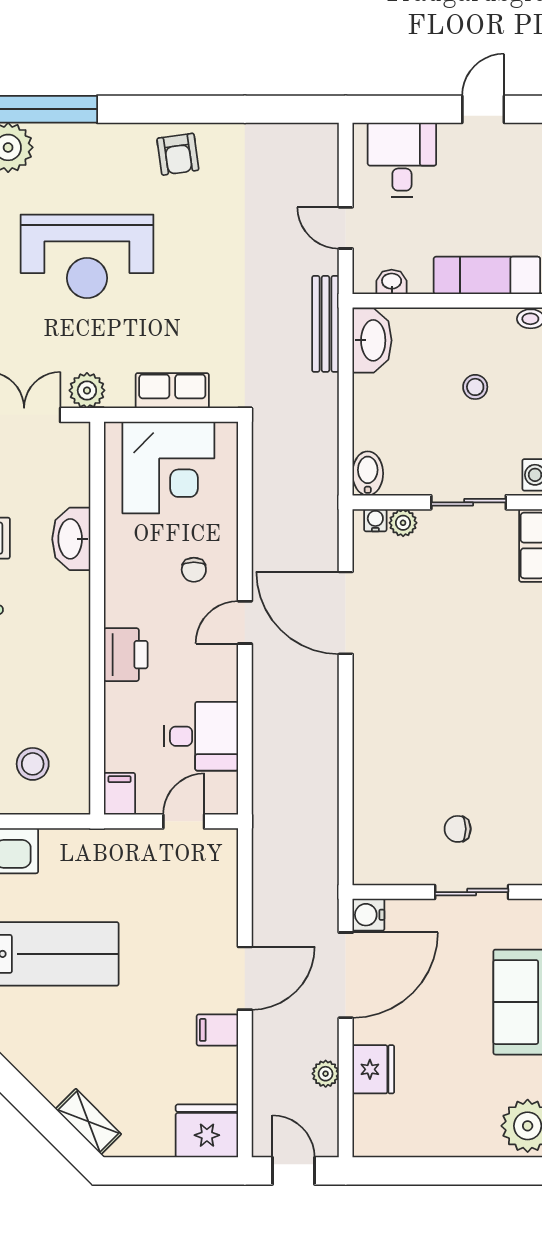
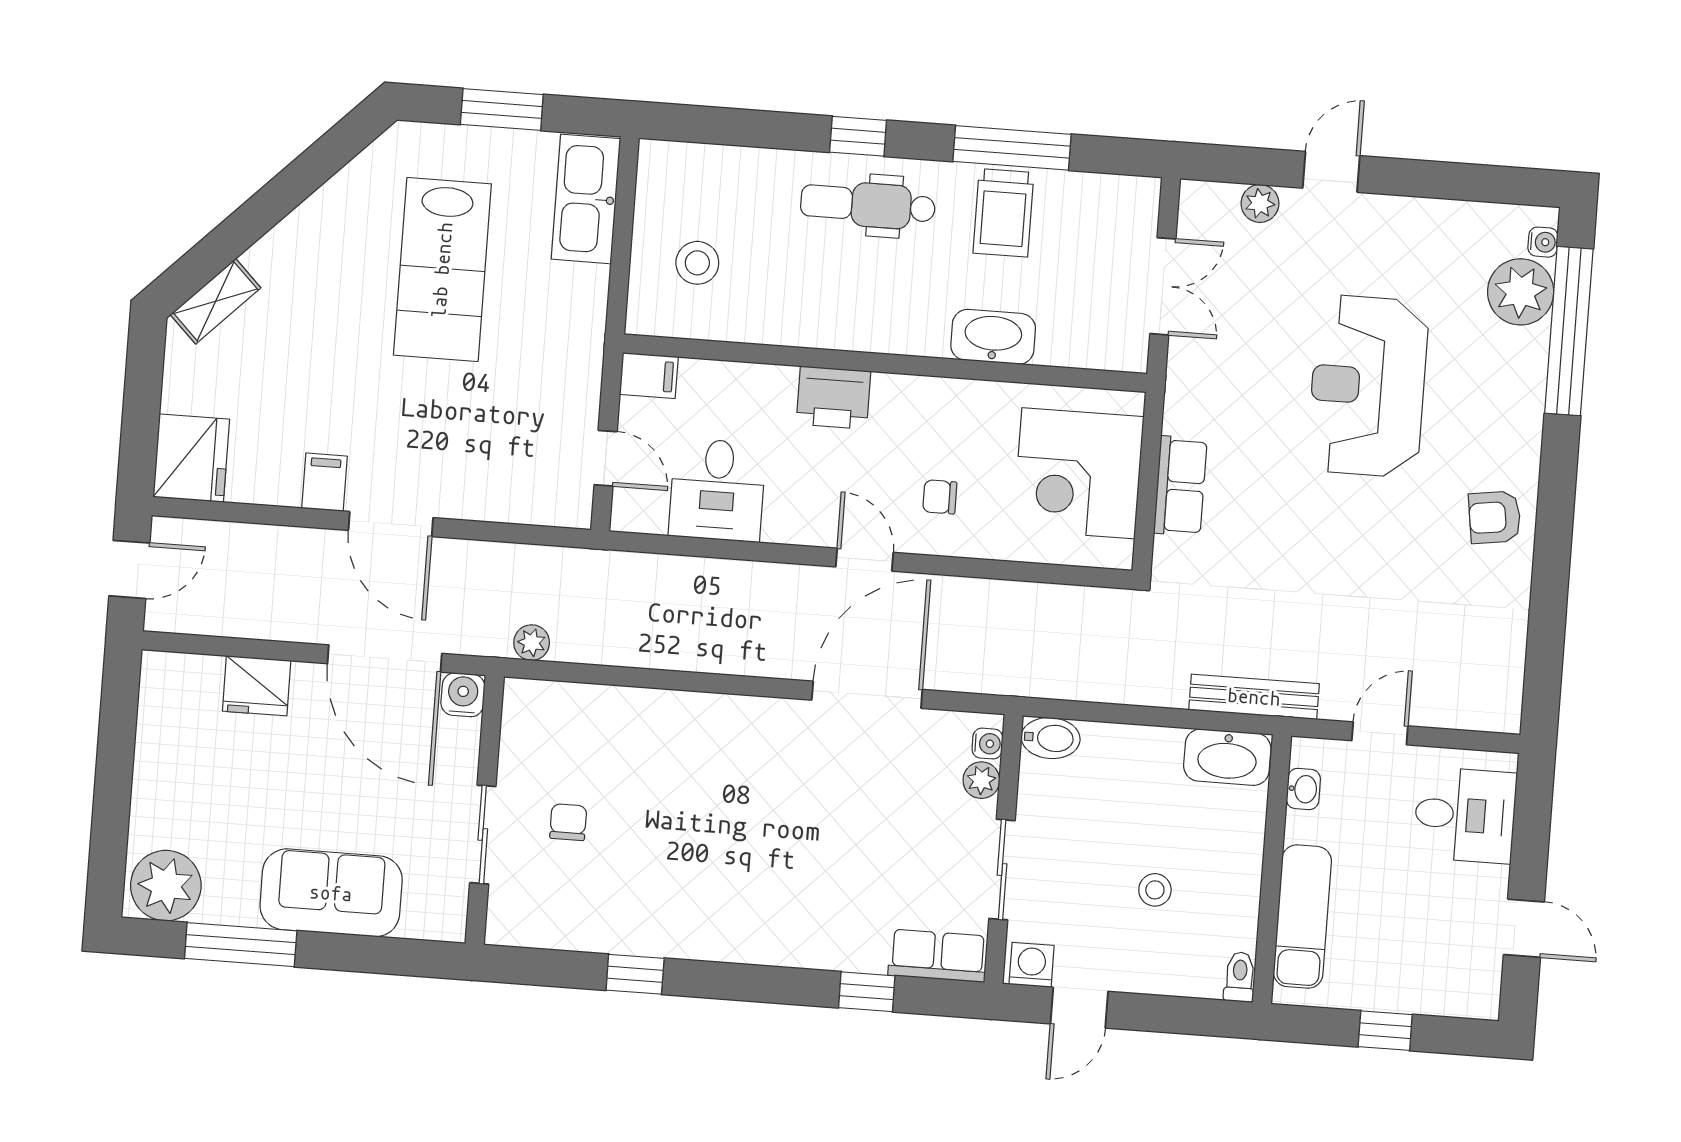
plant: (87, 390) -> (1189, 373), removed
plant: (326, 1074) -> (532, 643), moved

